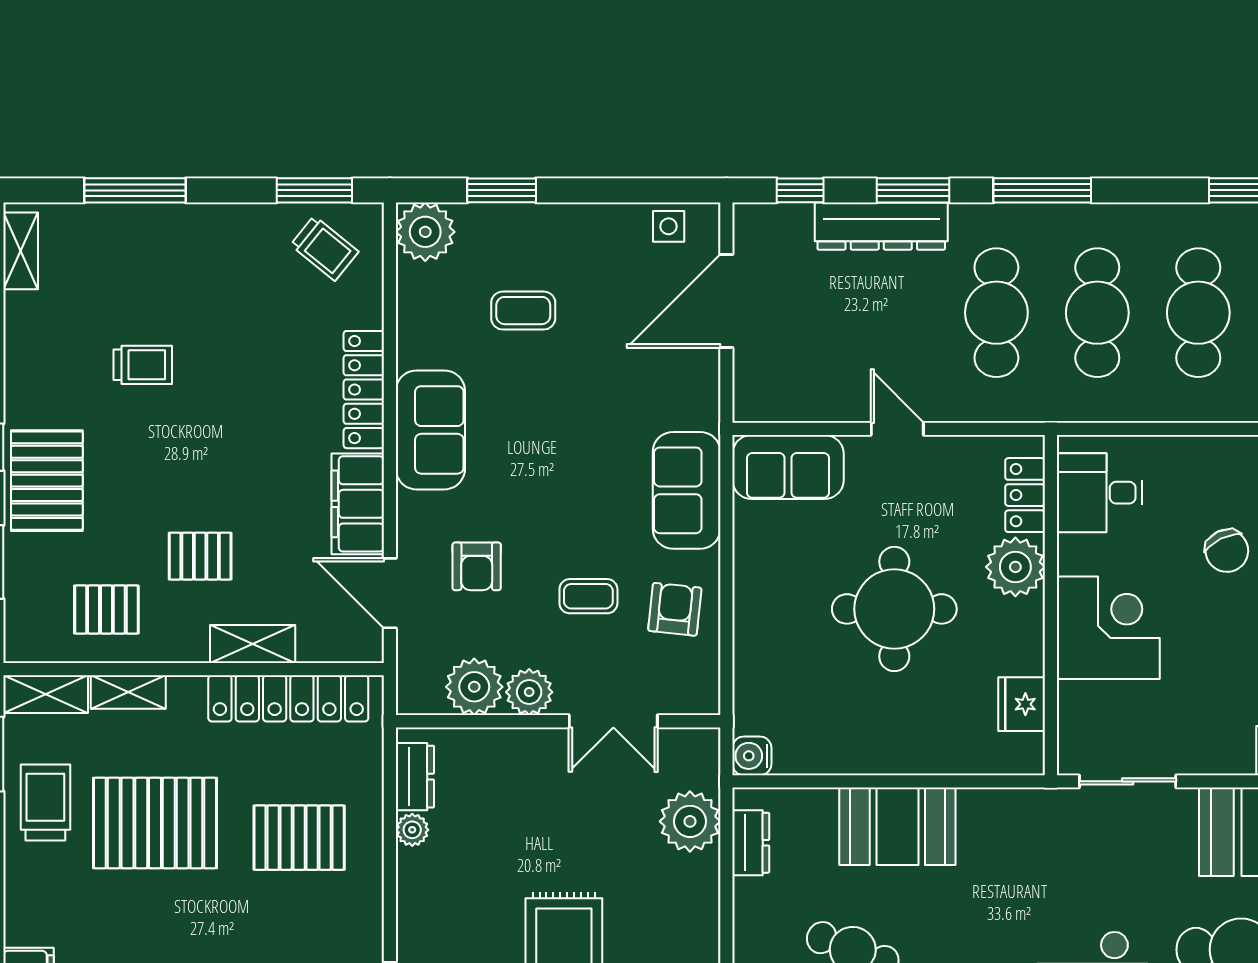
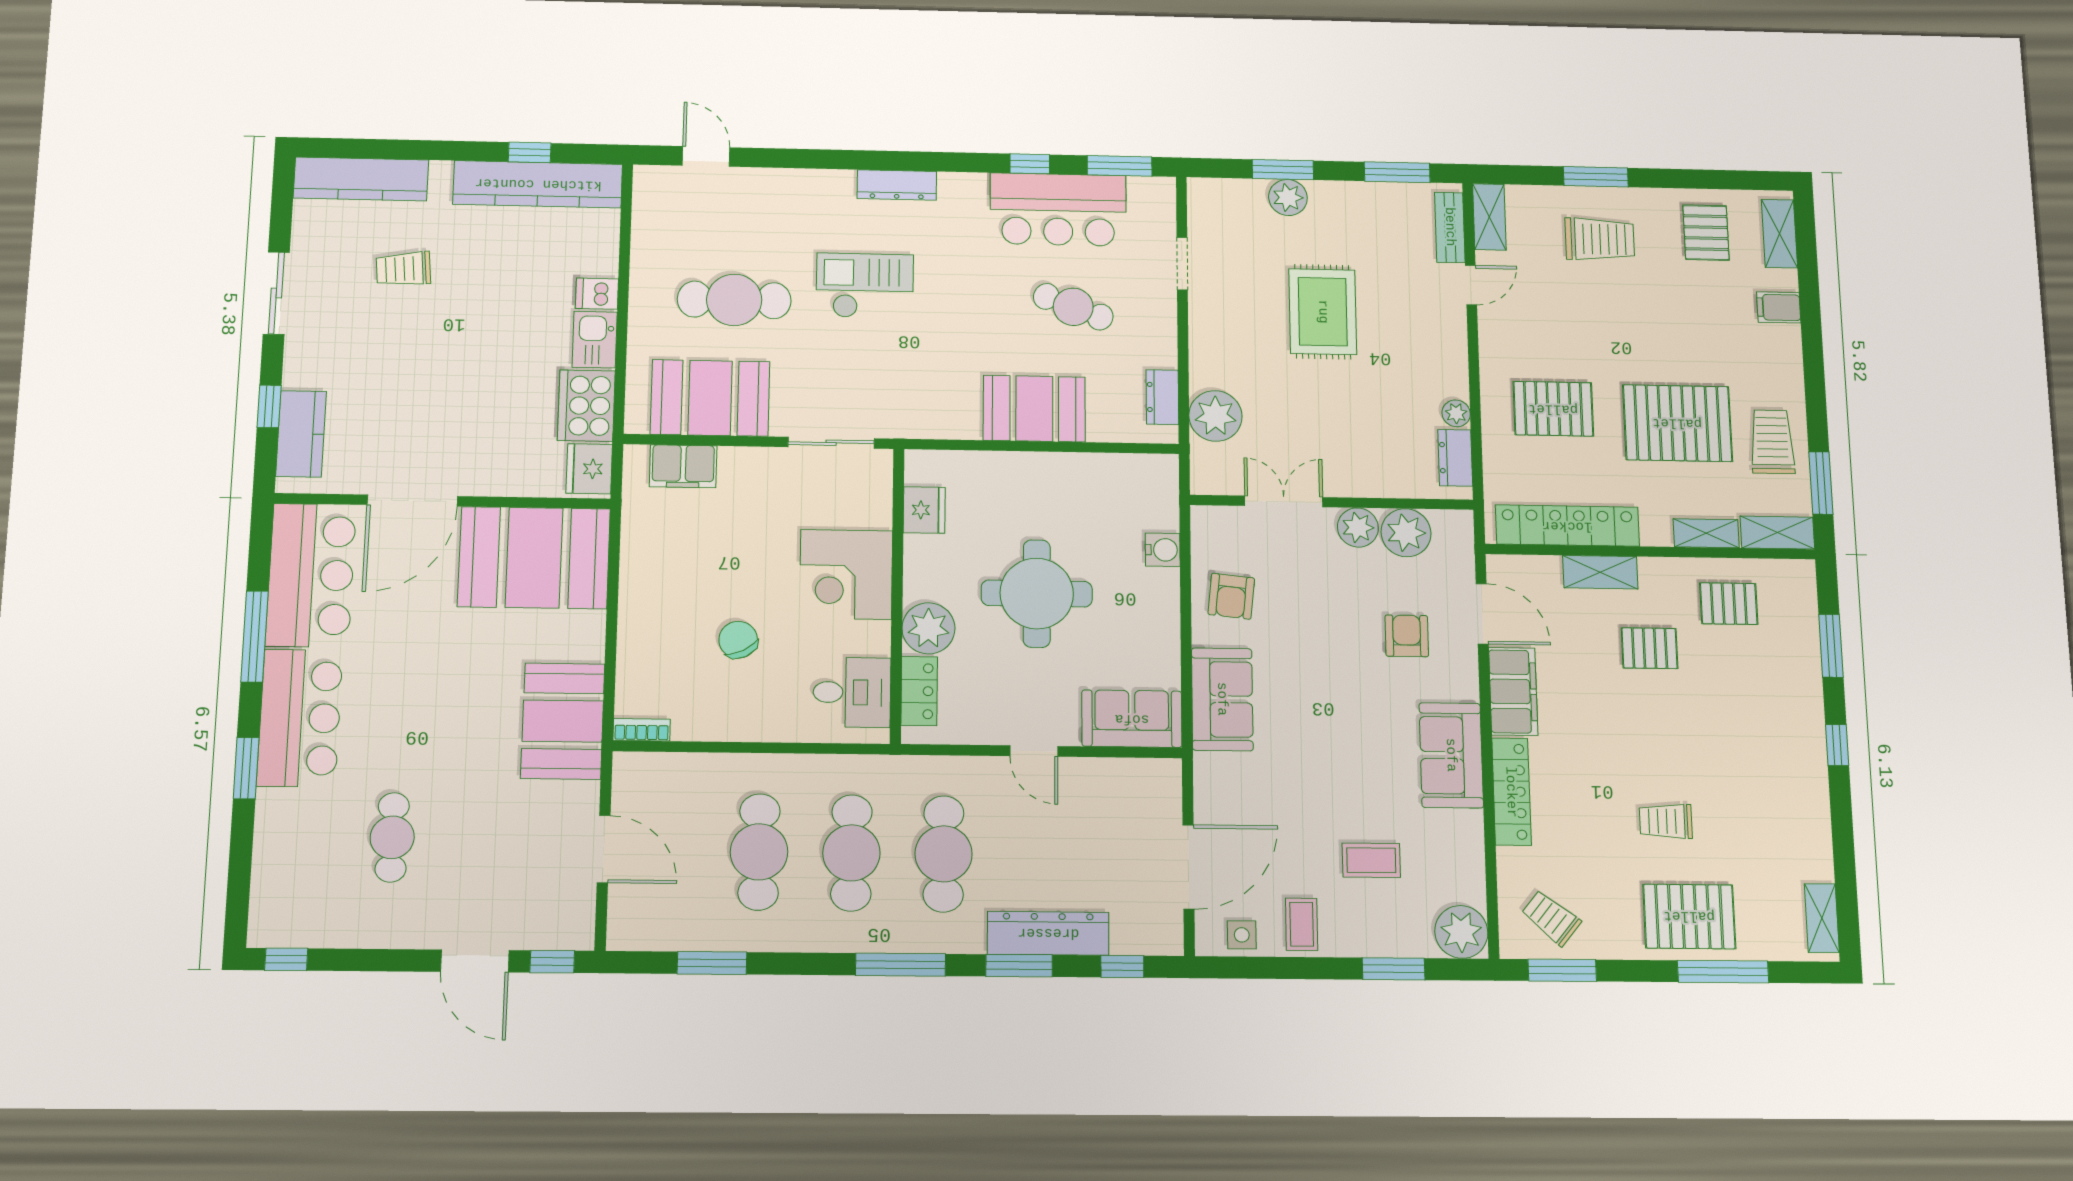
trolley: (143, 365) -> (1666, 821), moved
pallet: (47, 481) -> (1689, 916), moved, turned 90
coffee table: (588, 596) -> (1302, 924), moved, turned 90
water cooler: (752, 756) -> (1163, 550), moved
trolley: (45, 803) -> (1772, 442), turned 180

